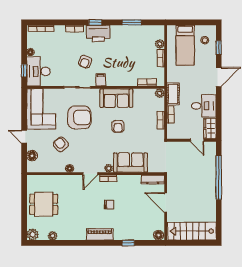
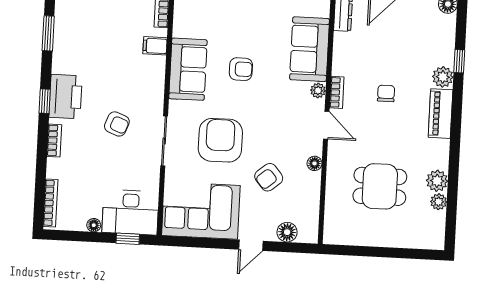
filing cabinet: (101, 80) -> (155, 46), moved
dining table: (44, 204) -> (380, 186), moved, turned 90
plant: (33, 234) -> (437, 181), moved
plant: (119, 235) -> (443, 77), added

